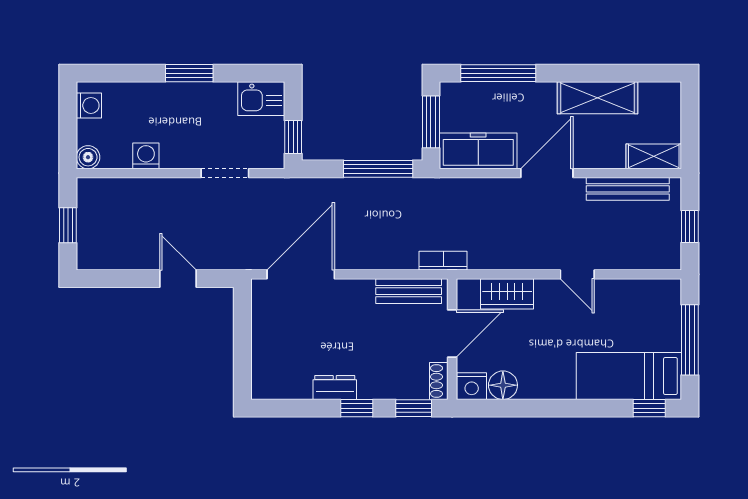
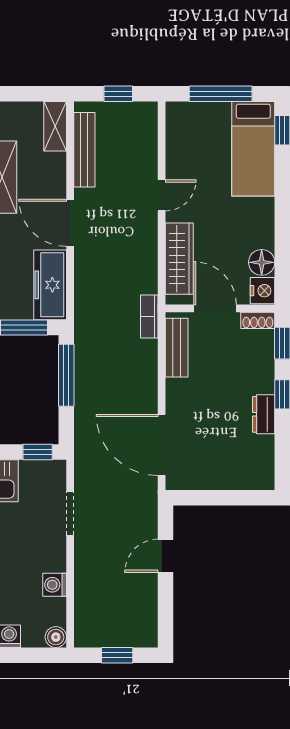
wardrobe: (507, 294) -> (179, 259), width x1.50

